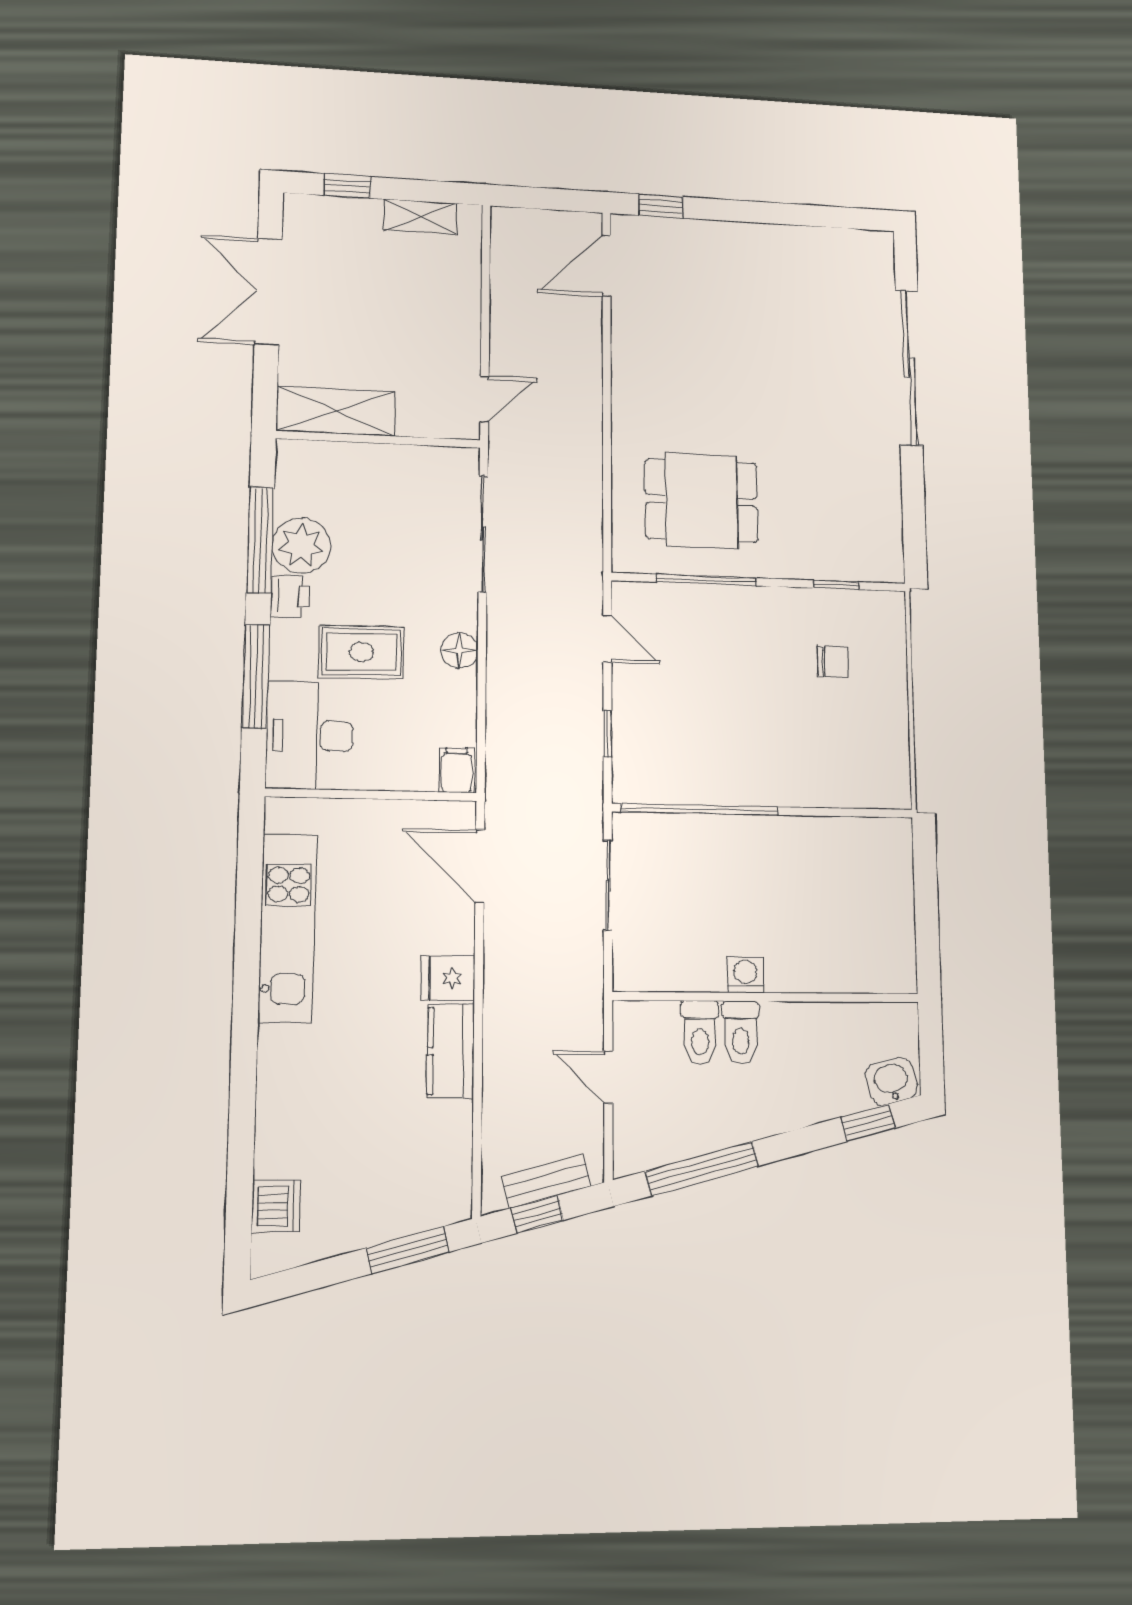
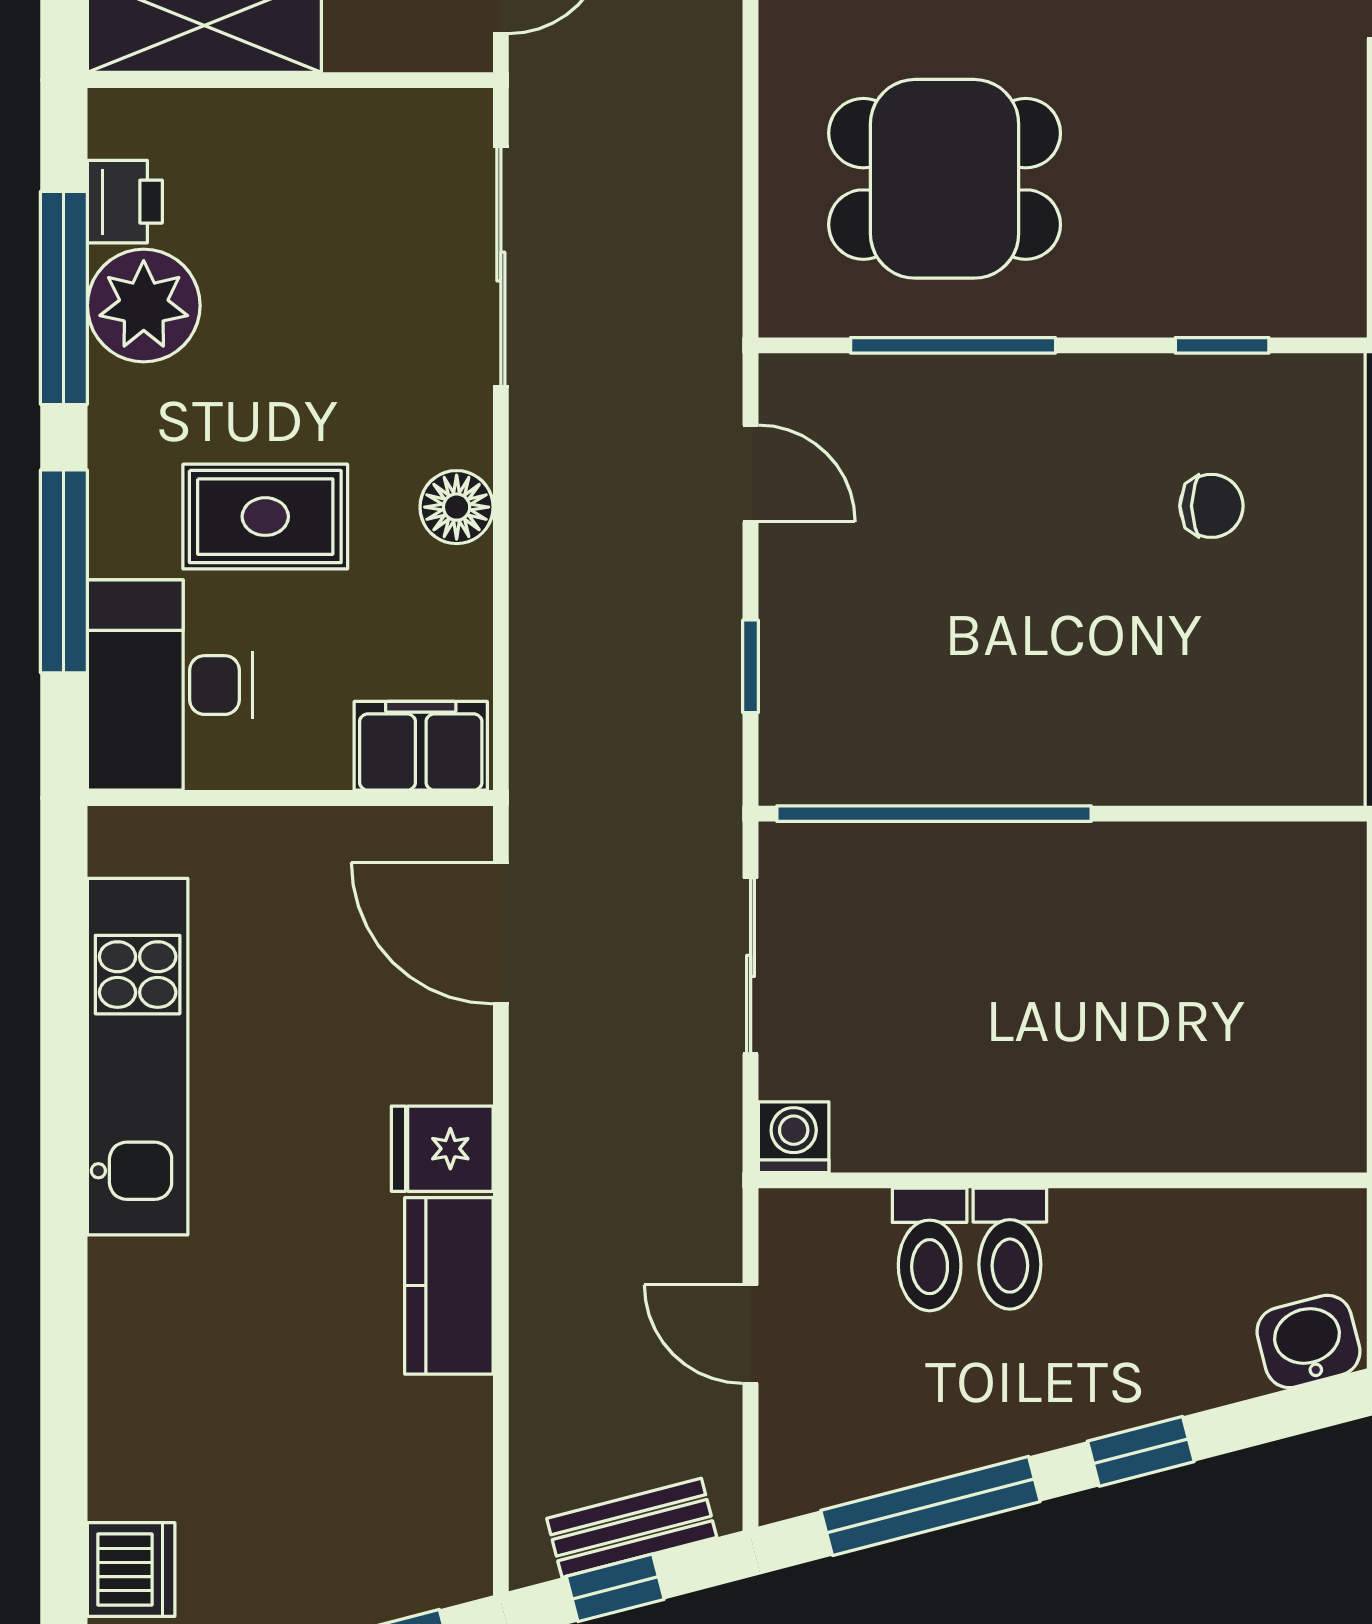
printer: (290, 596) -> (125, 202), moved
filing cabinet: (457, 770) -> (421, 746), width x2.00
washing machine: (745, 975) -> (794, 1137), moved
window: (868, 1123) -> (1141, 1451), moved

